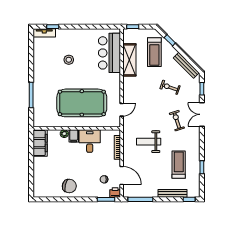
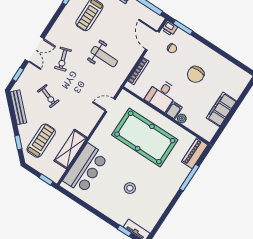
piano: (39, 115) -> (195, 153), added
filing cabinet: (40, 143) -> (221, 109), moved
chair: (69, 186) -> (196, 74), moved, turned -103

